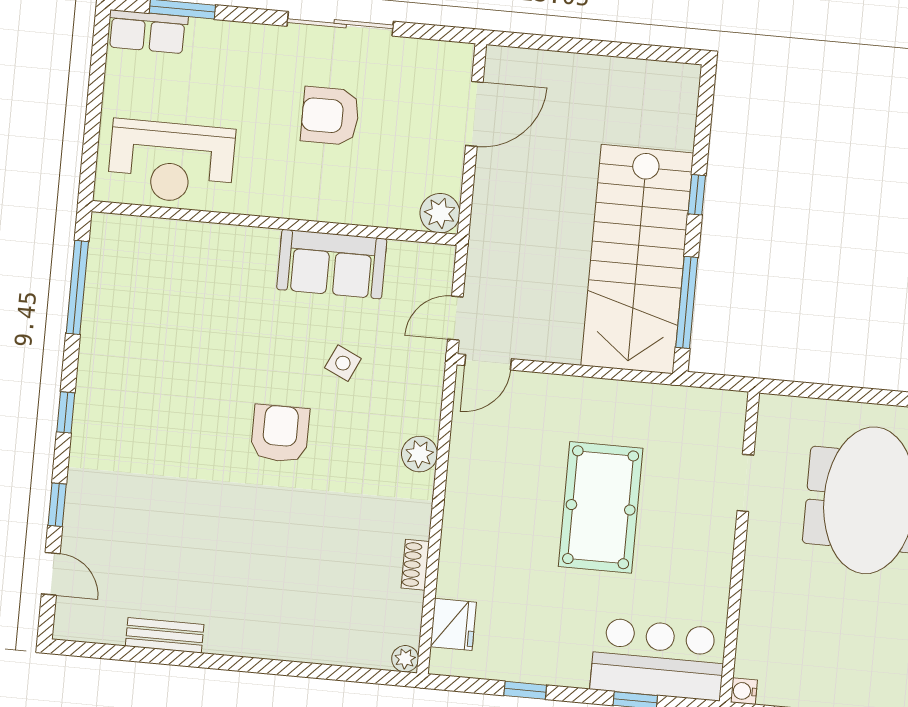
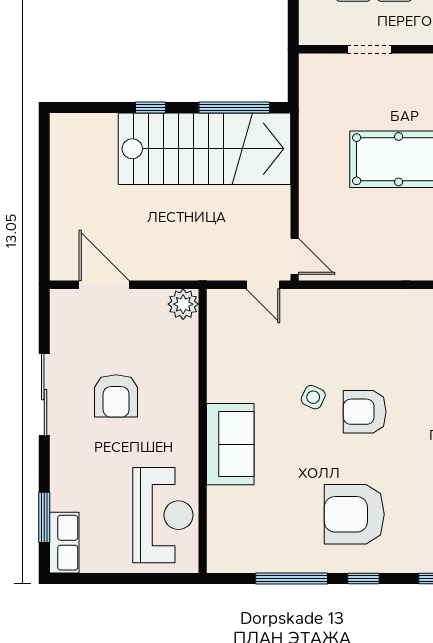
sofa: (332, 264) -> (230, 444), moved
window: (77, 287) -> (292, 579), moved
side table: (343, 363) -> (313, 397), moved
armchair: (149, 408) -> (354, 514), added
plant: (420, 454) -> (370, 303), removed

